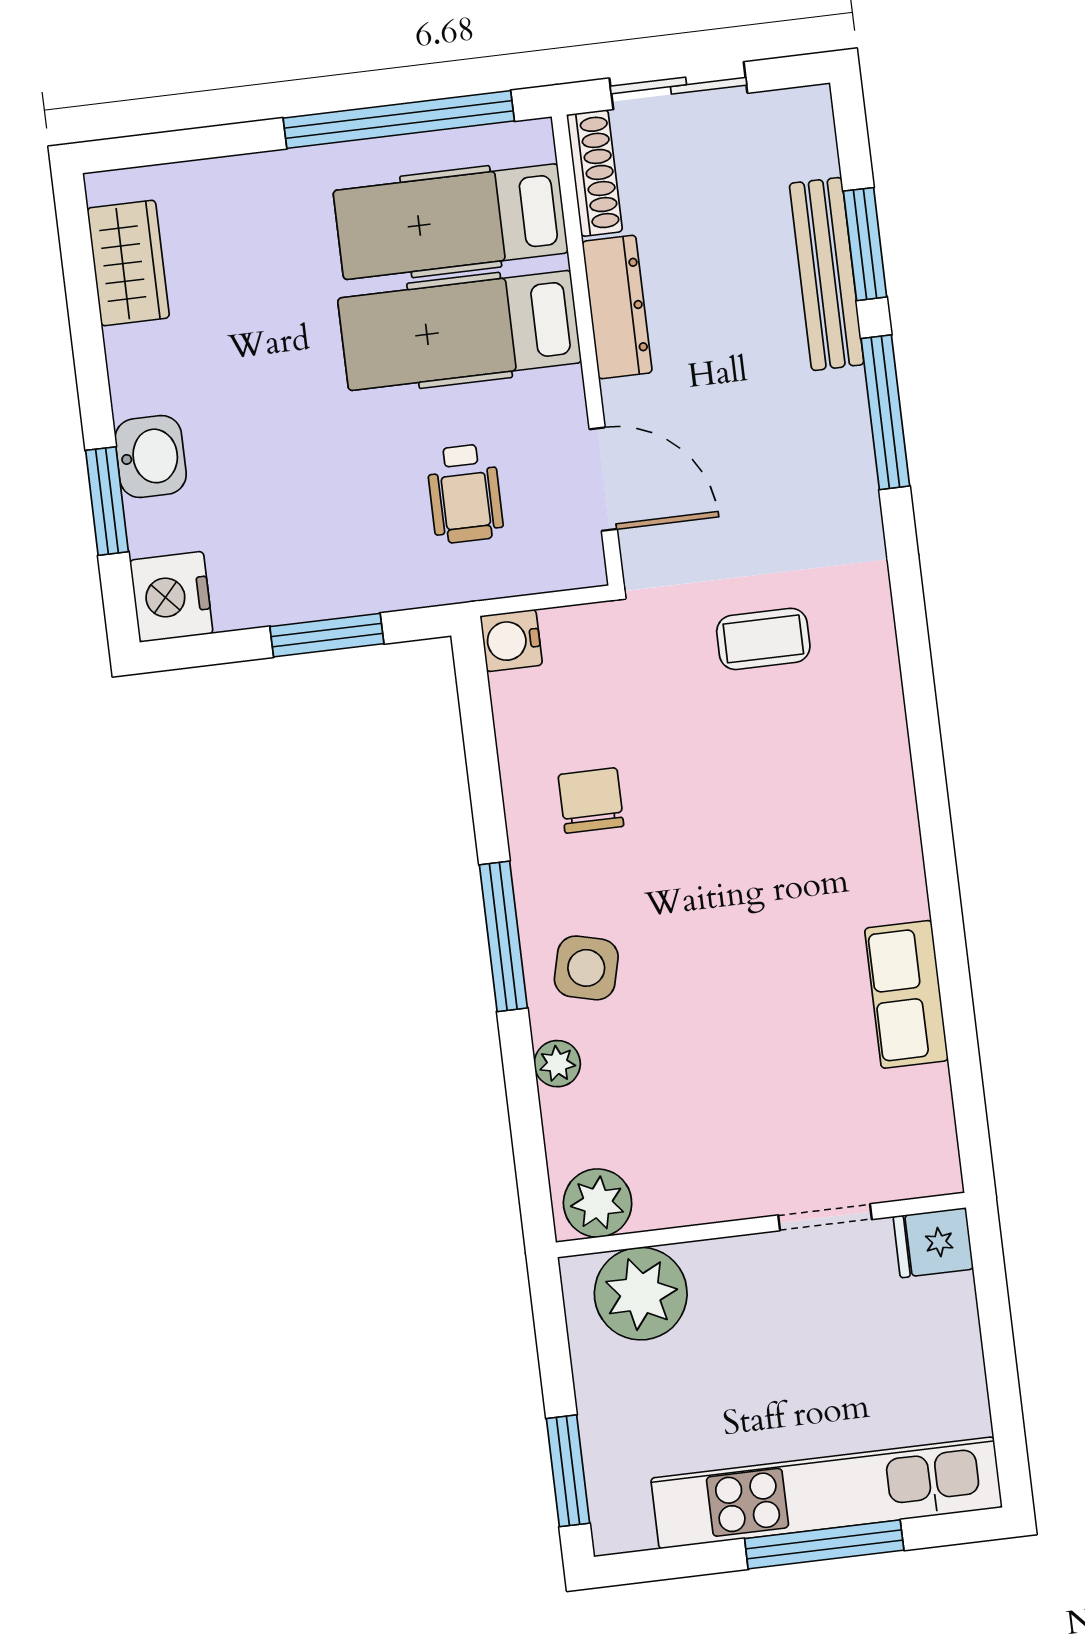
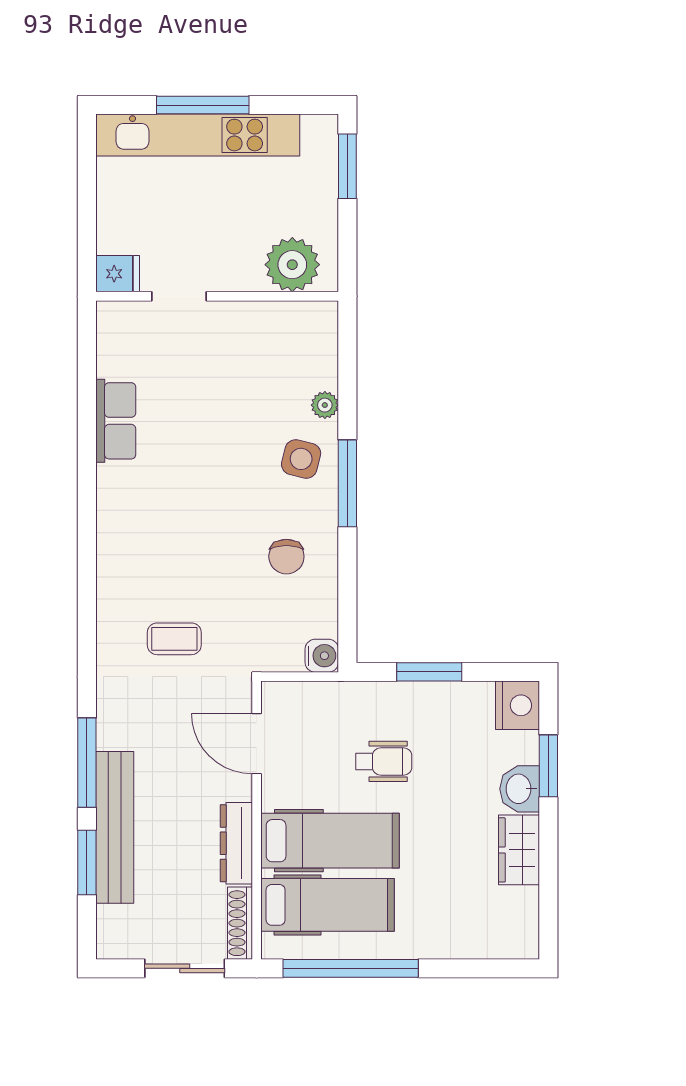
wardrobe: (128, 263) -> (519, 850), moved
bench: (827, 274) -> (115, 827), width x1.37, depth x1.21
wheelchair: (465, 494) -> (384, 761), moved, turned 90
plant: (598, 1203) -> (311, 321), removed

